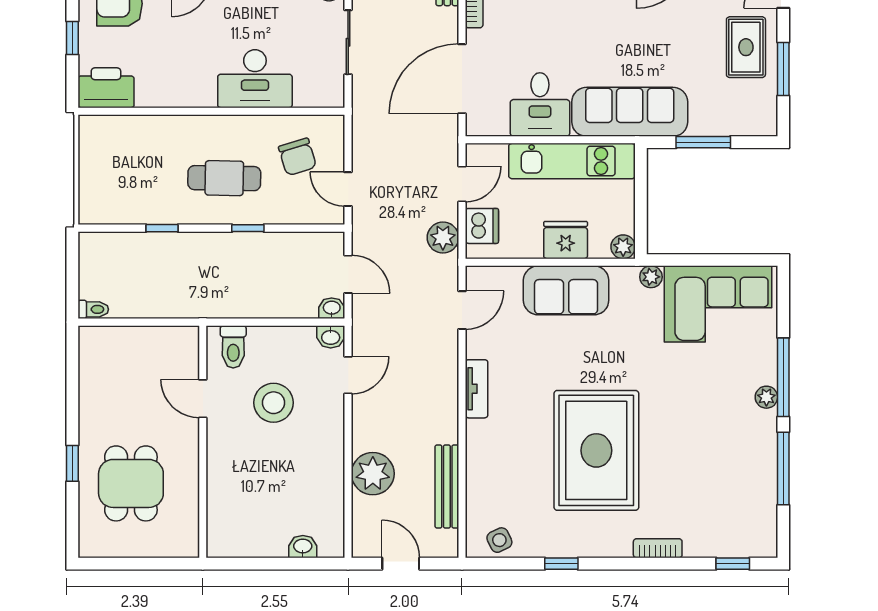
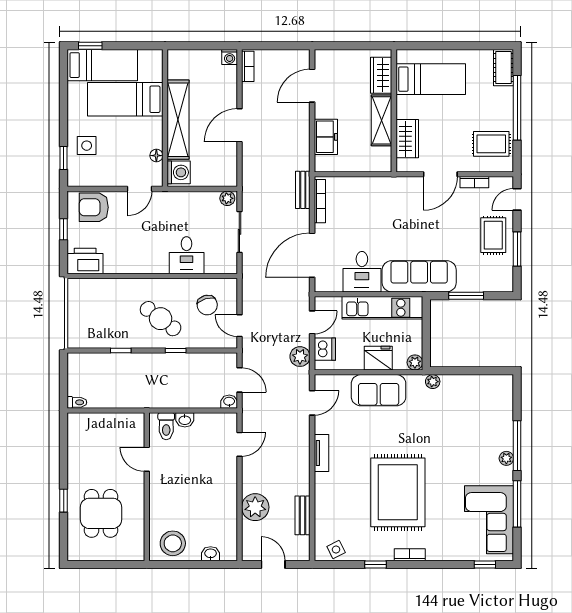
desk: (255, 79) -> (187, 255), width x0.73
cafe table: (224, 178) -> (161, 319), turned 36
corner sofa: (718, 304) -> (489, 520), moved, turned 90
washbasin: (331, 337) -> (185, 420), moved
stool: (274, 403) -> (173, 543), moved
bench: (447, 486) -> (303, 515), width x0.73
bookcase: (658, 548) -> (410, 555), moved

